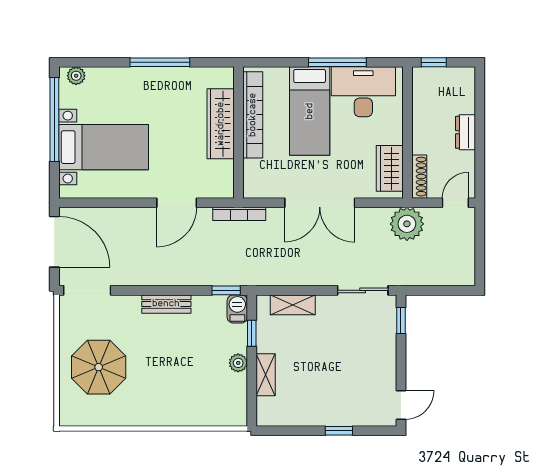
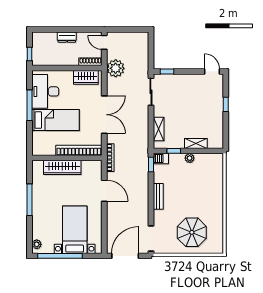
bookcase: (253, 115) -> (79, 150), moved

